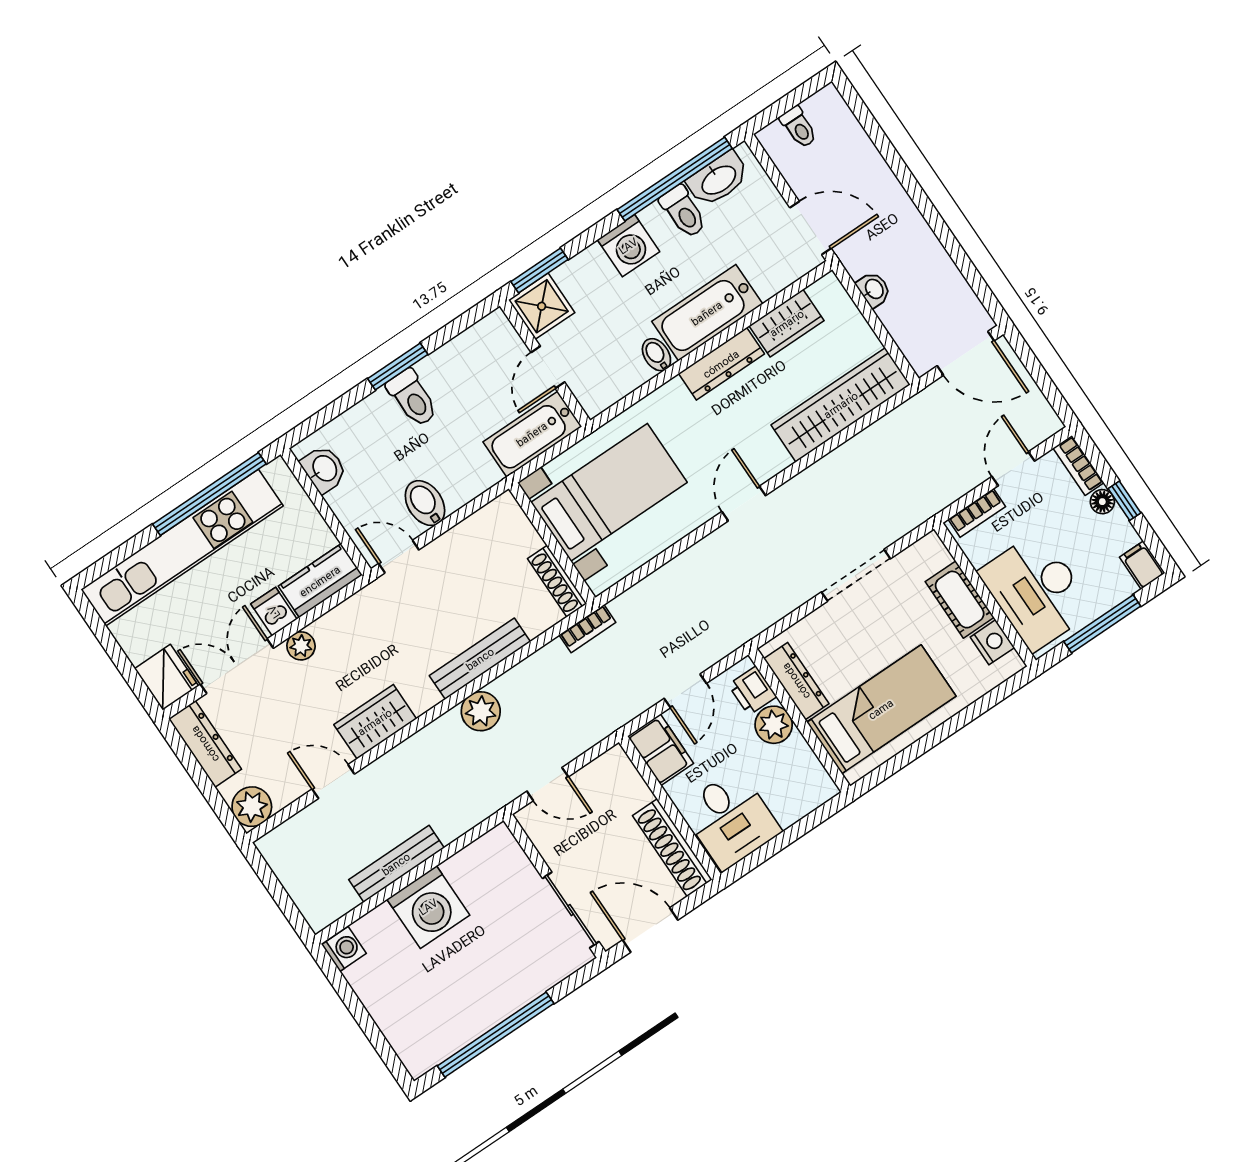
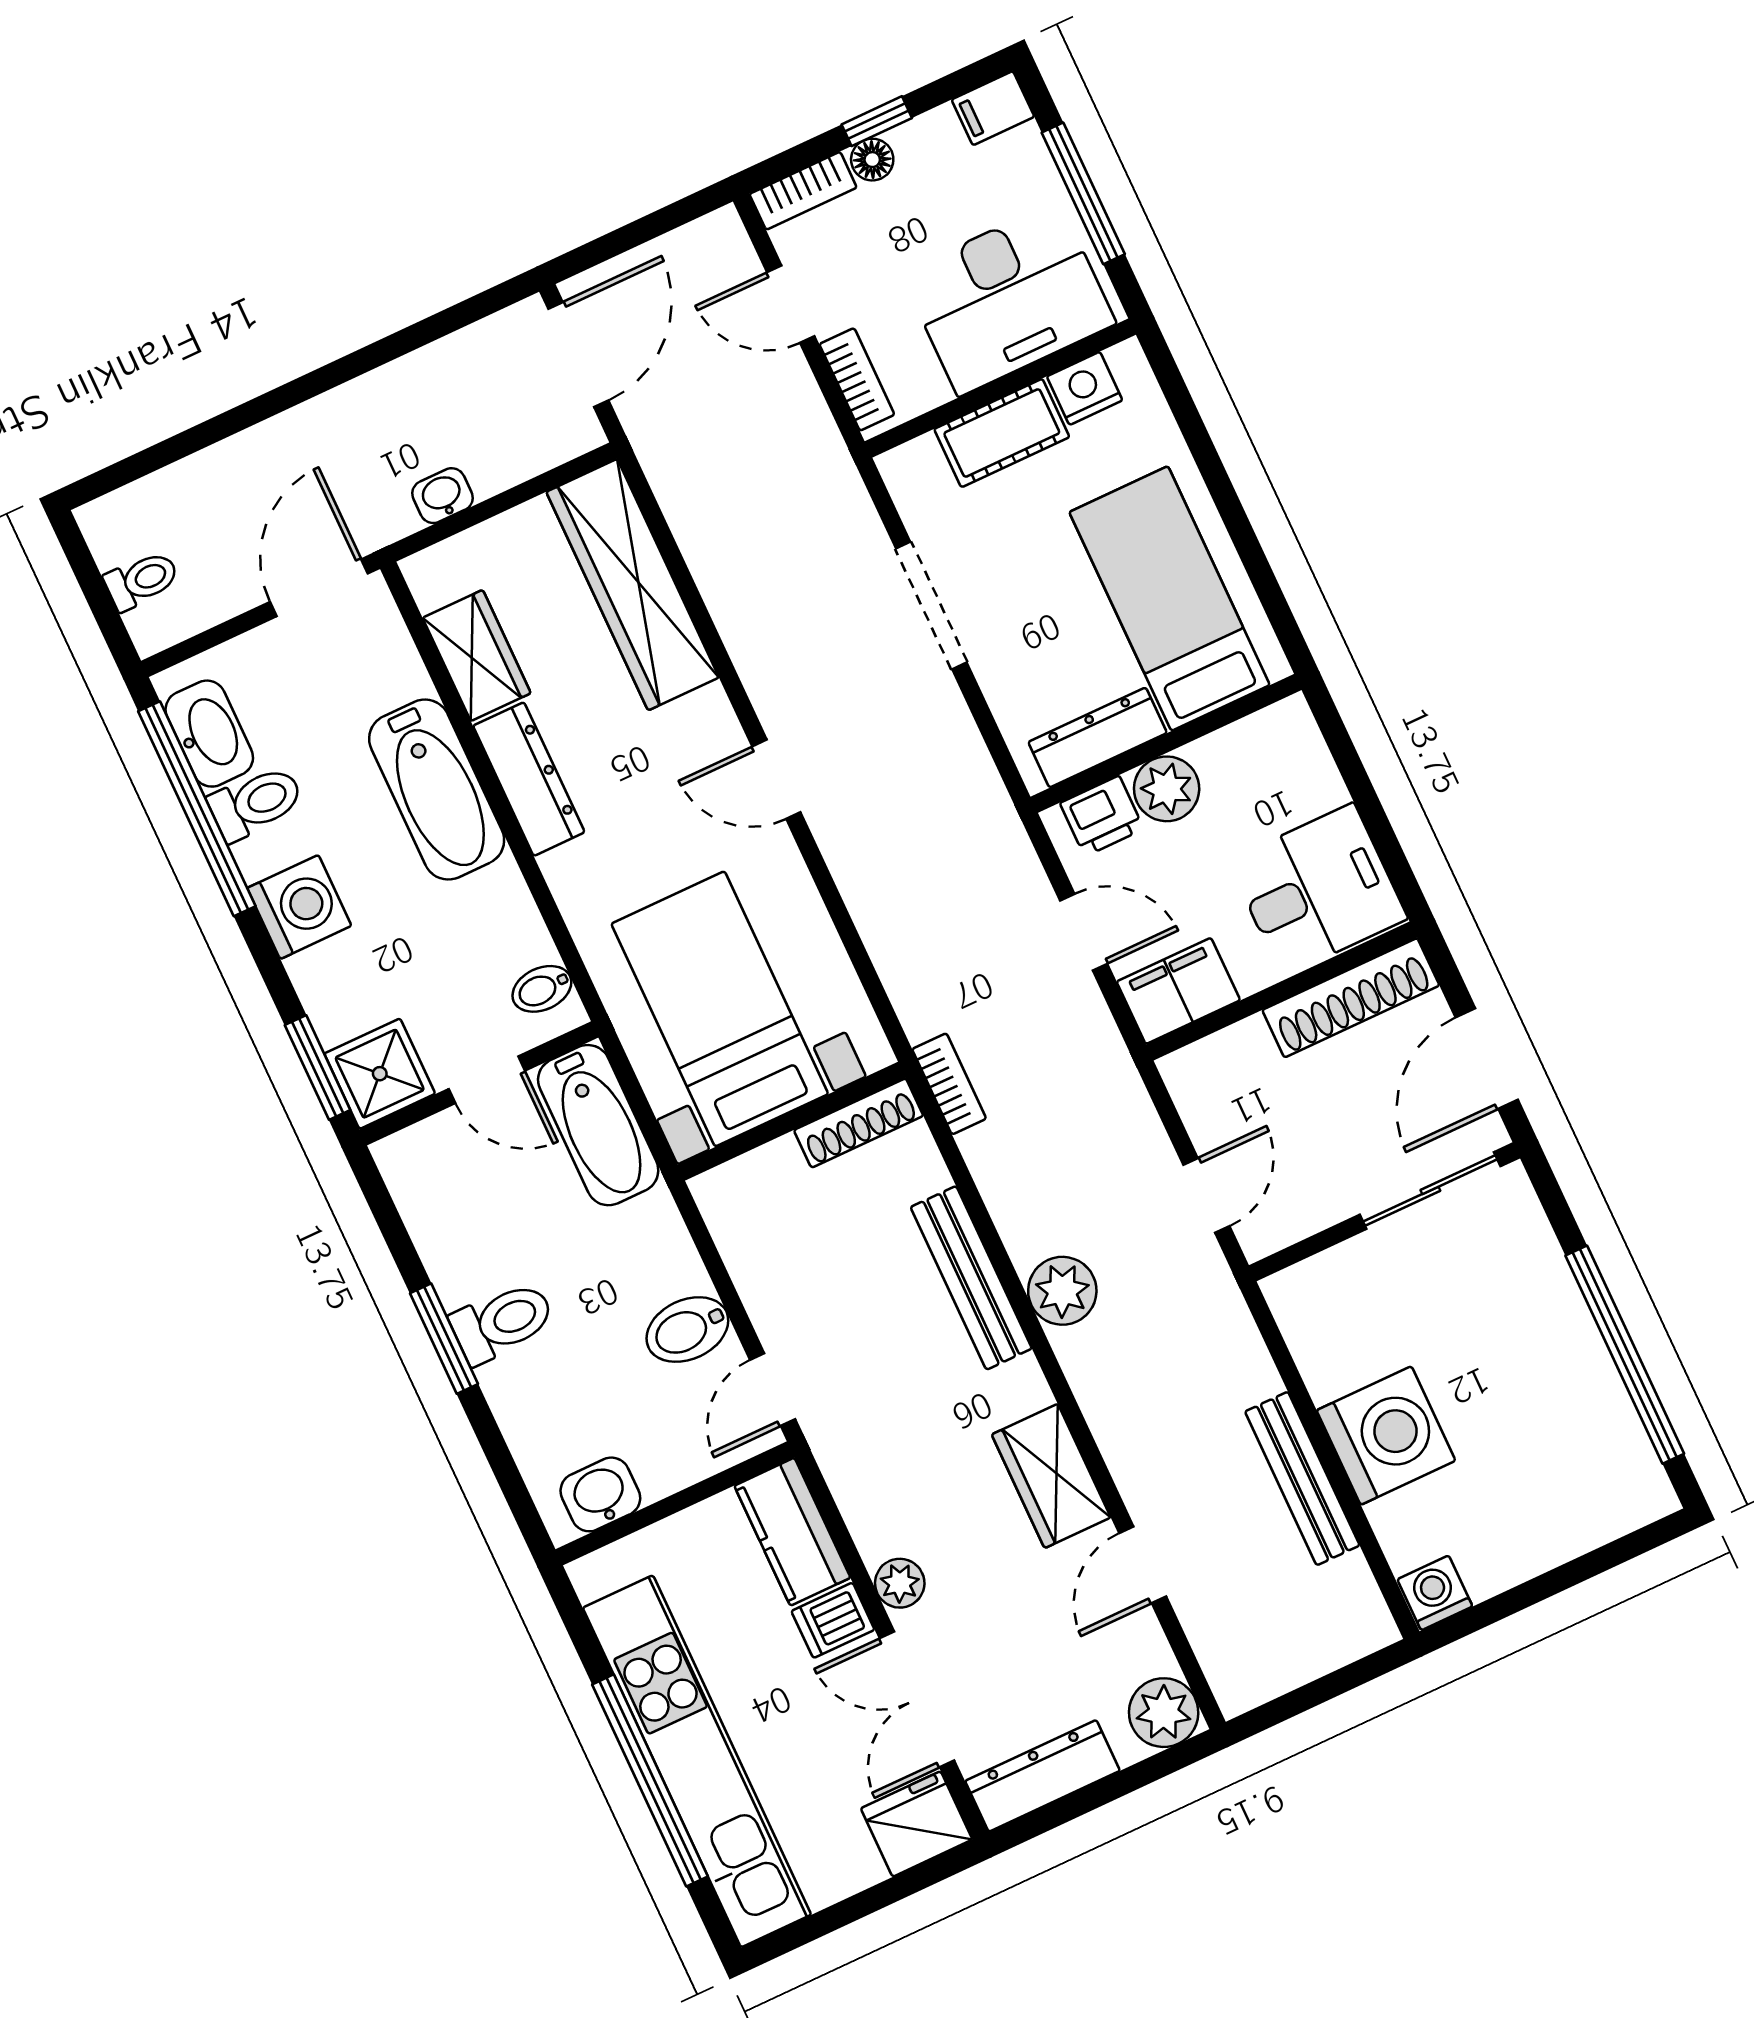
bidet: (656, 355) -> (542, 989), moved
window: (209, 494) -> (650, 1780), moved

